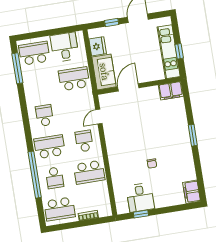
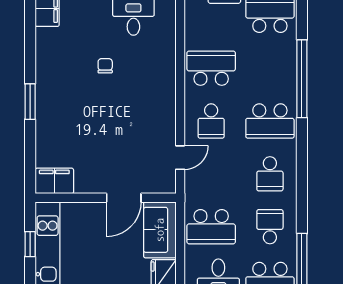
school desk: (55, 178) -> (270, 227), moved

